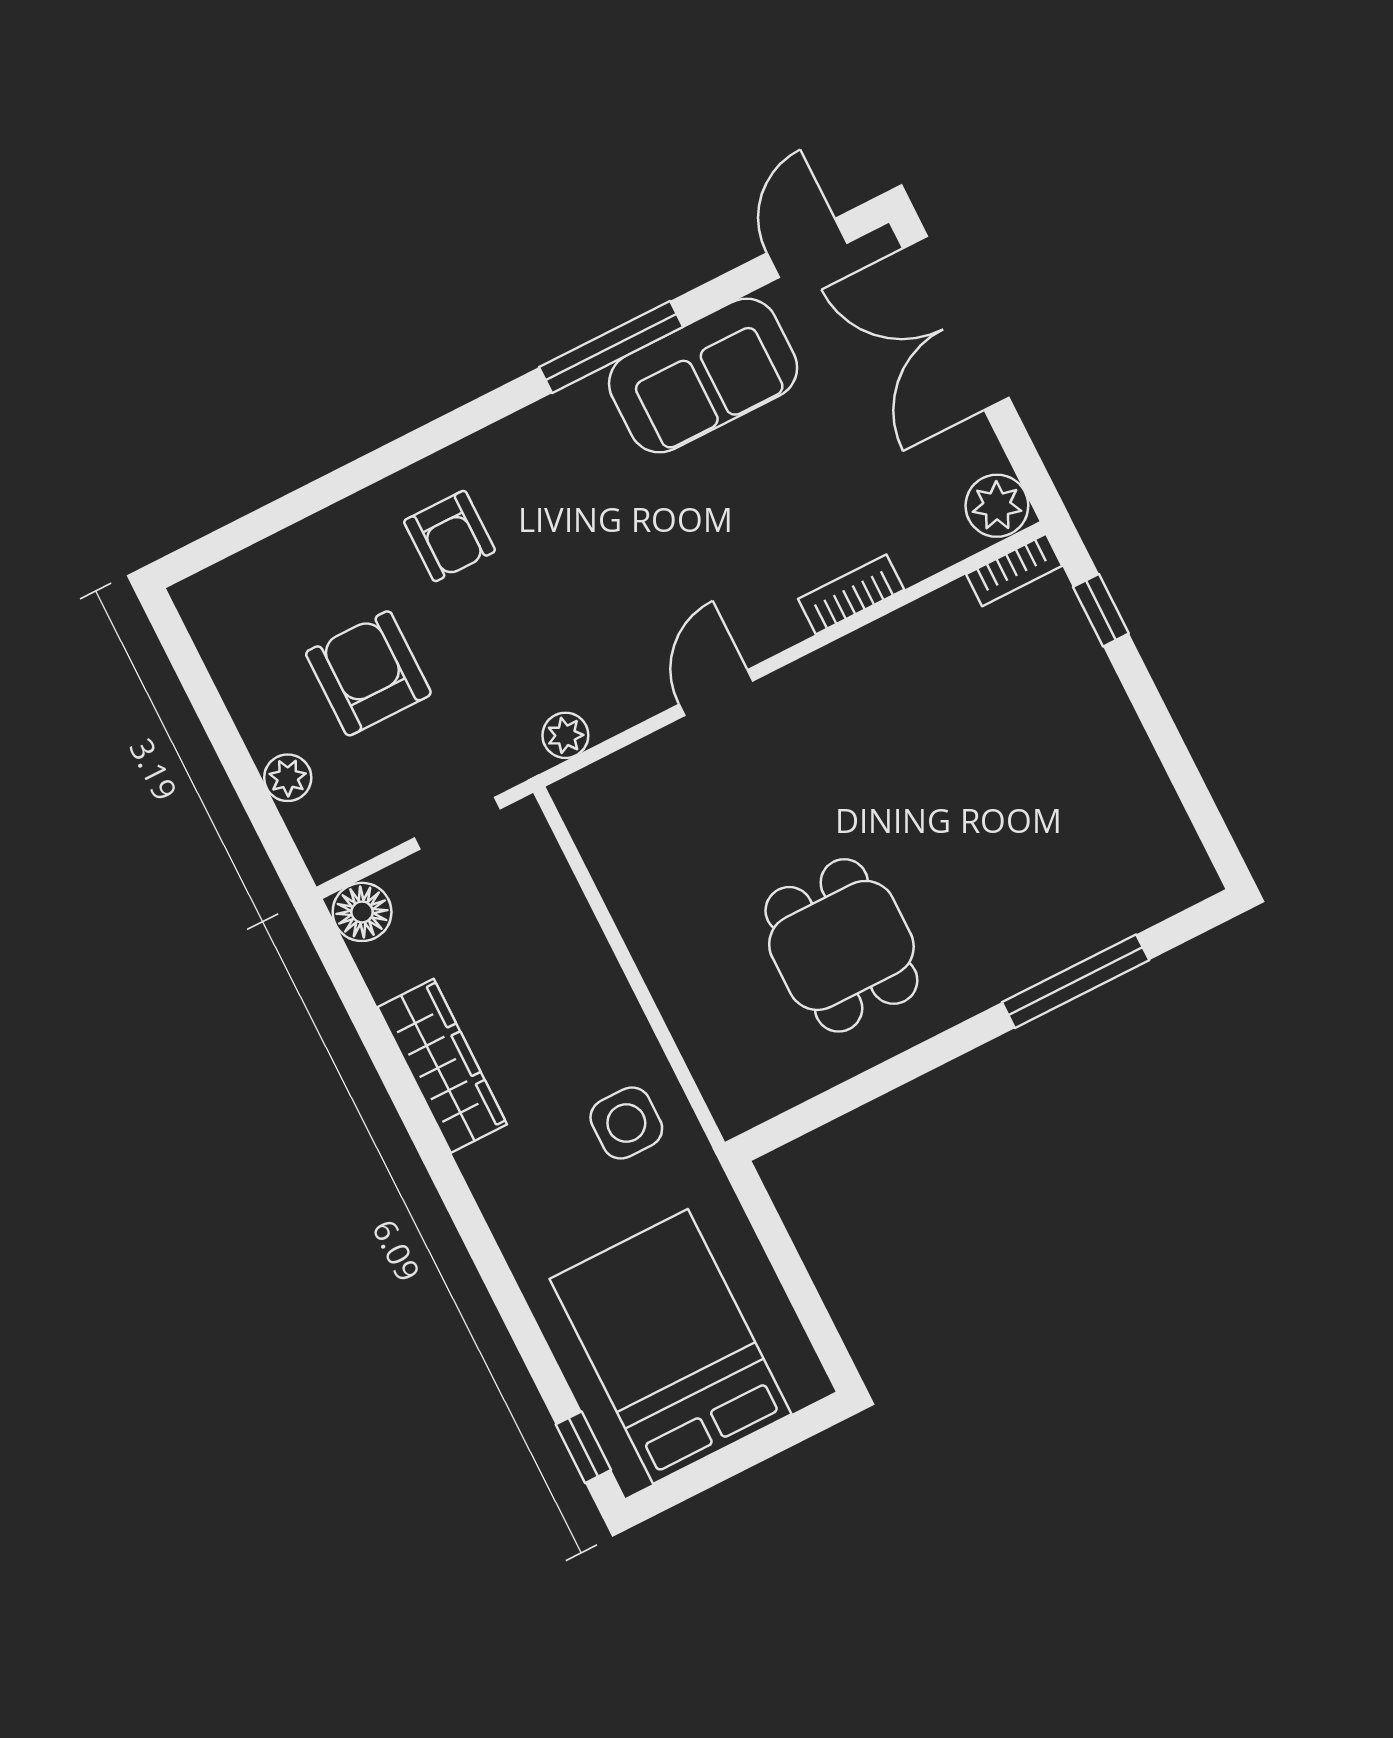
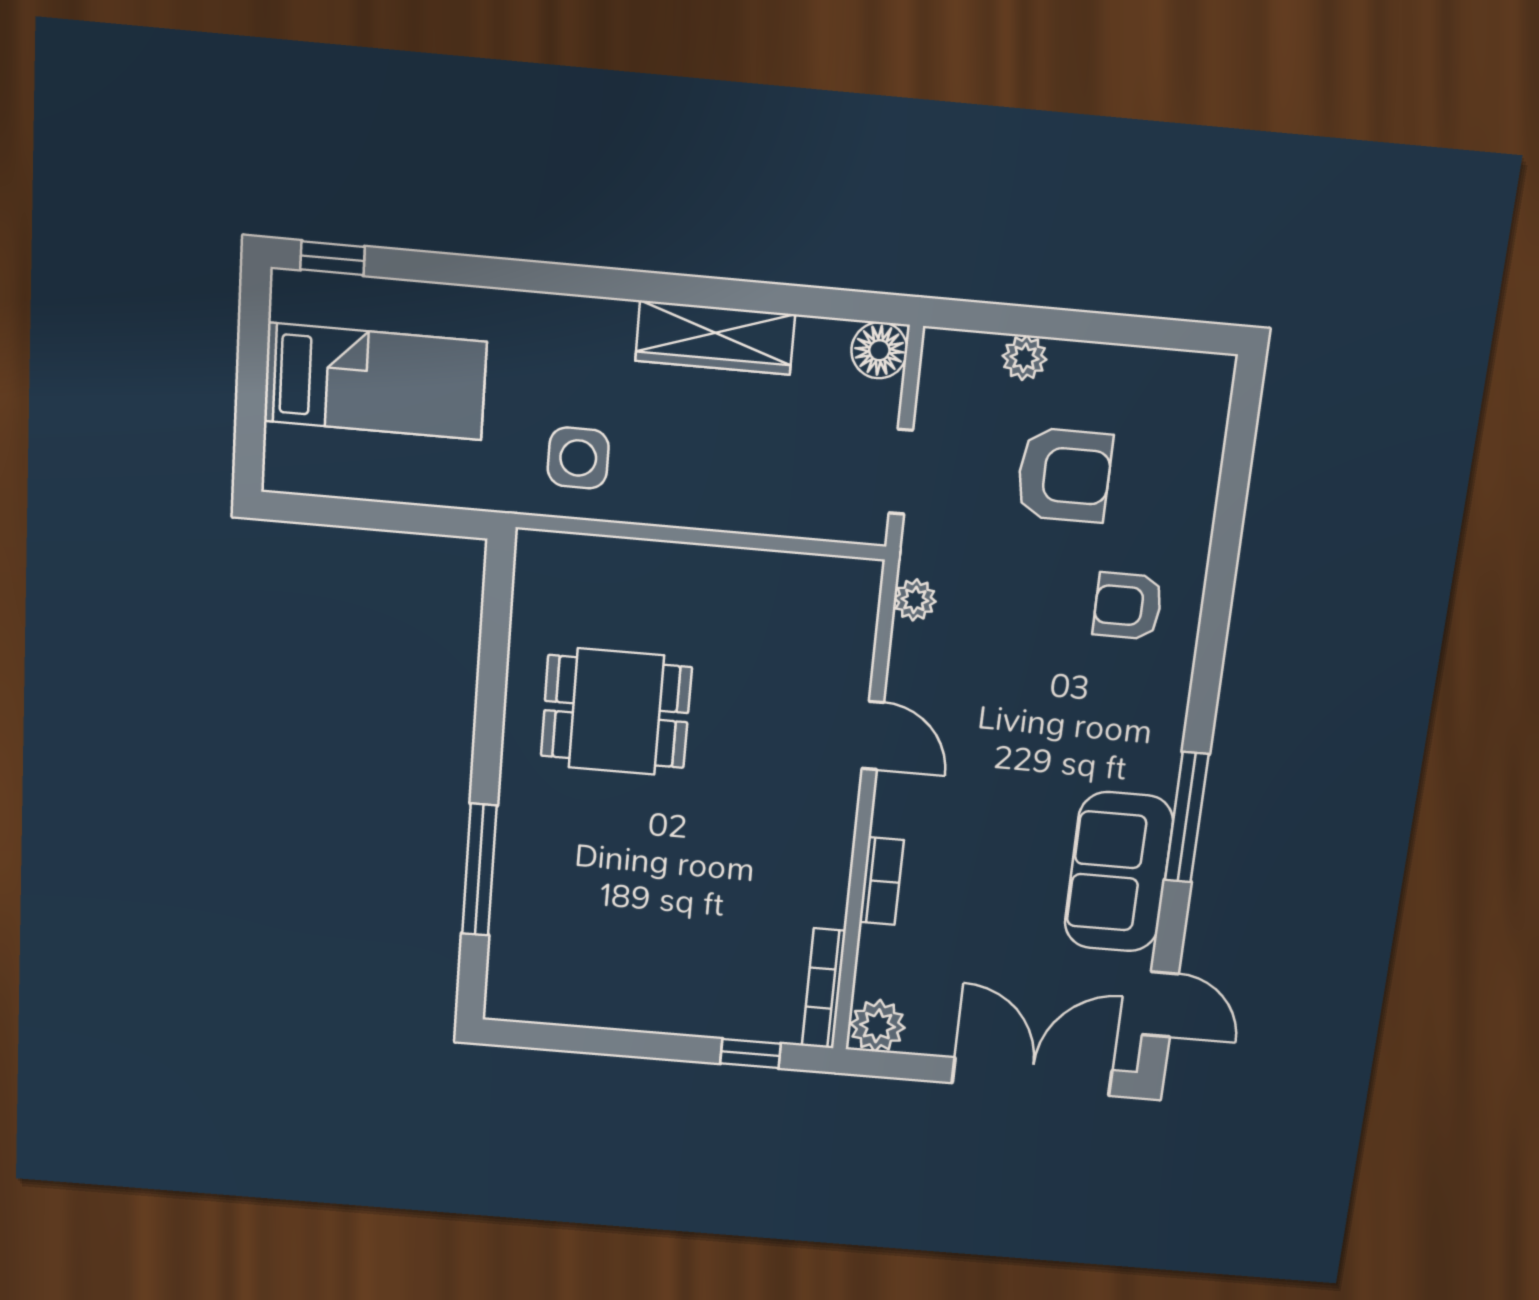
bookcase: (1014, 570) -> (824, 988), width x1.56
bed: (670, 1346) -> (375, 382), width x0.67

